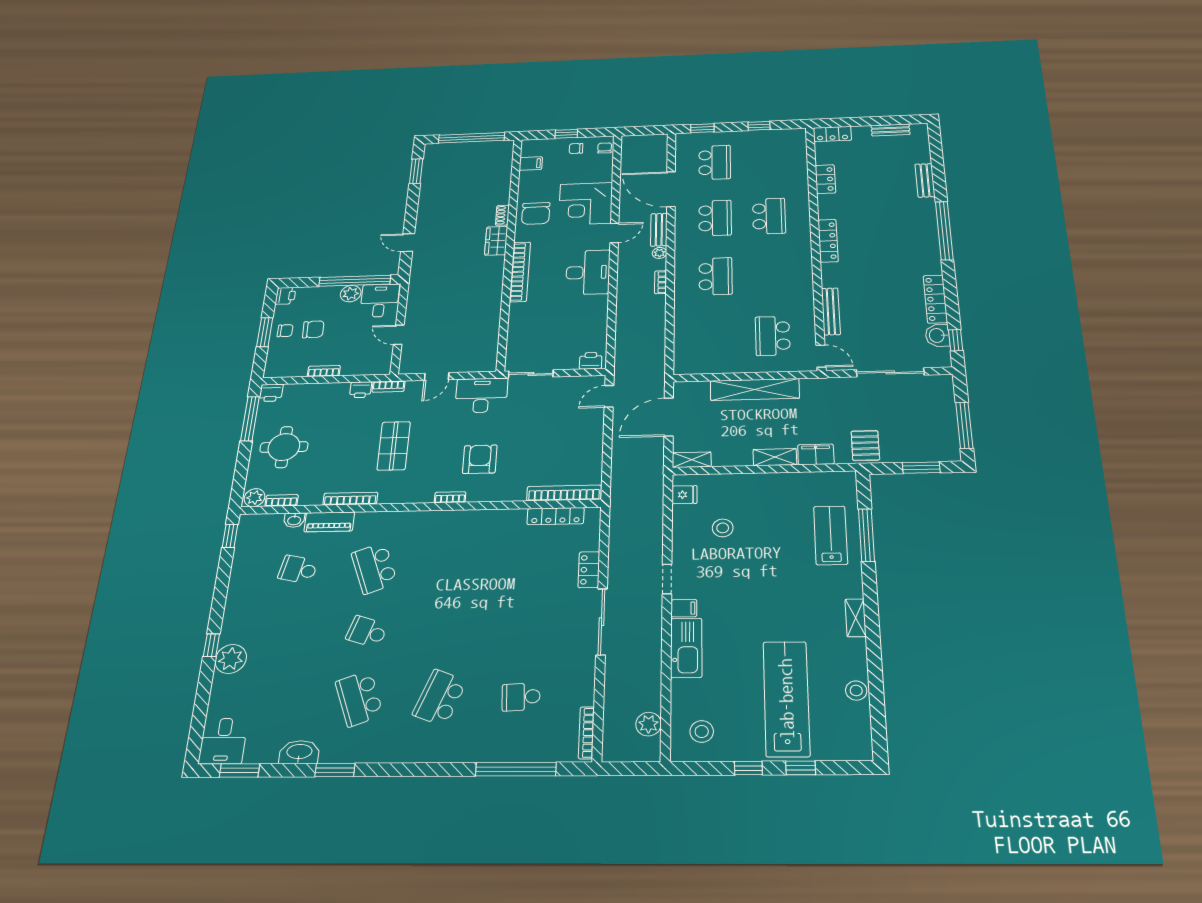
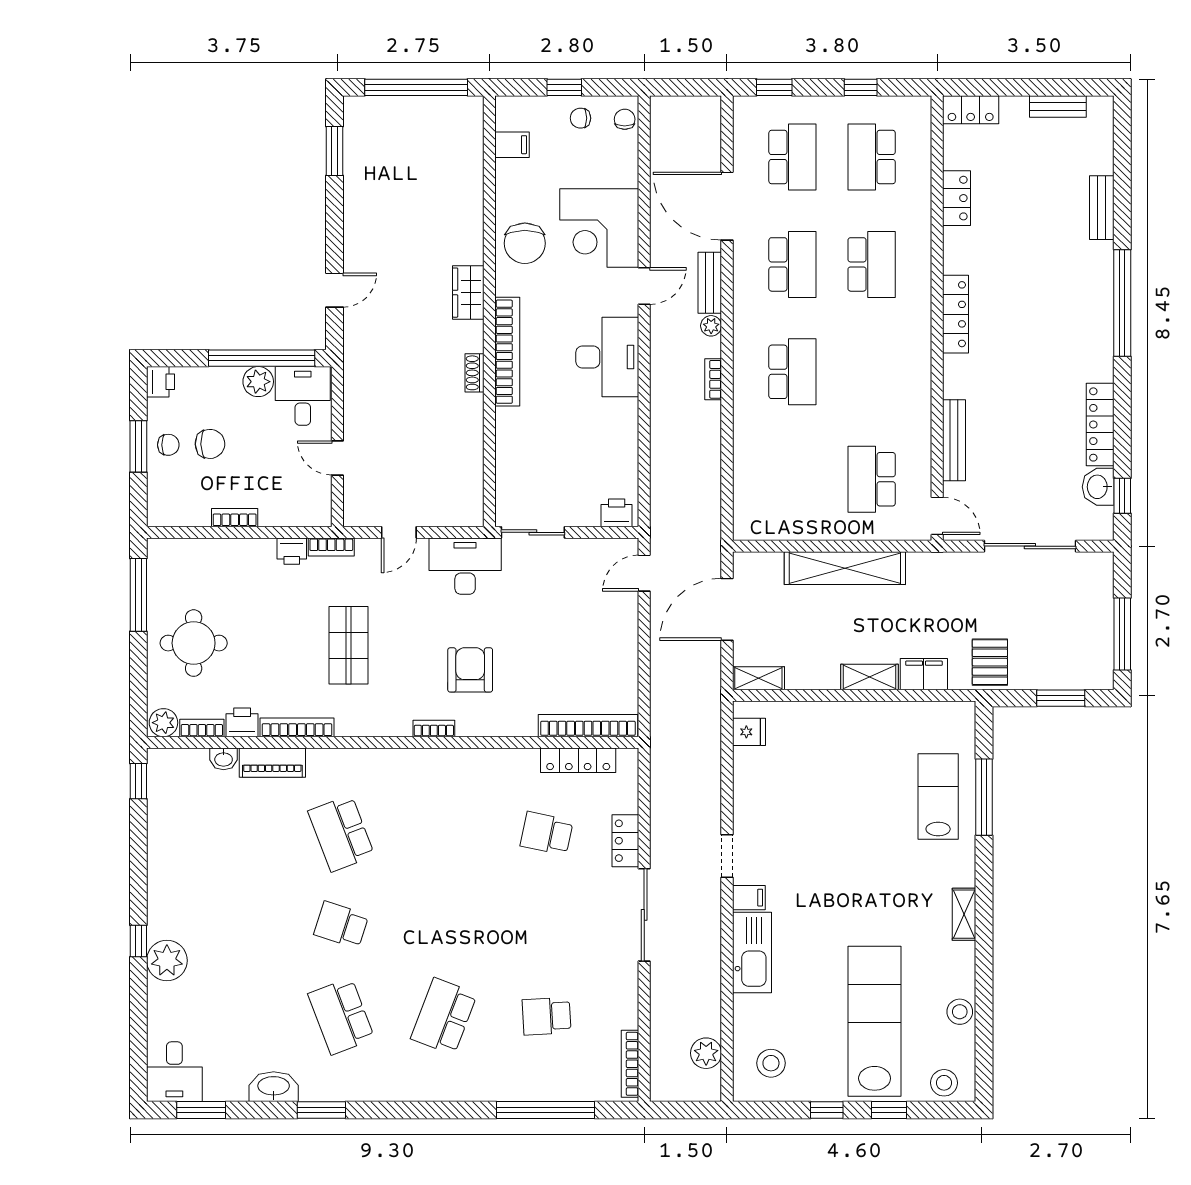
school desk: (767, 160) -> (872, 157), added
shoe rack: (502, 215) -> (474, 373), moved
door: (408, 243) -> (335, 290), swing flipped
printer: (271, 393) -> (242, 722), moved, turned 180
stool: (723, 528) -> (944, 1083), moved
school desk: (298, 569) -> (547, 833), moved

